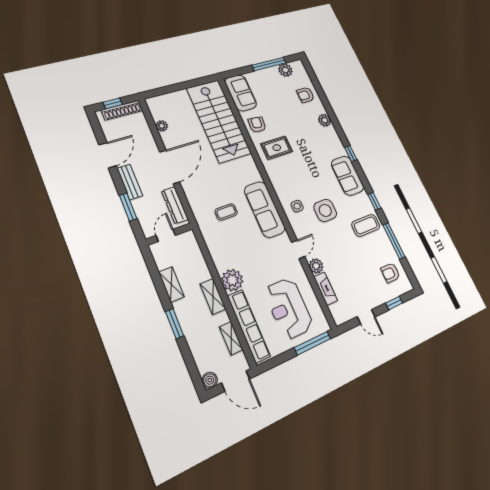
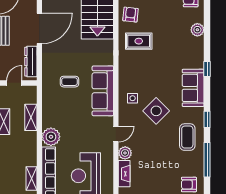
side table: (325, 210) -> (156, 111), turned 45
coffee table: (366, 225) -> (187, 137), turned 90
shelving: (213, 296) -> (31, 117), moved

